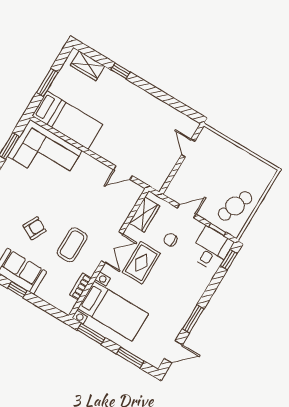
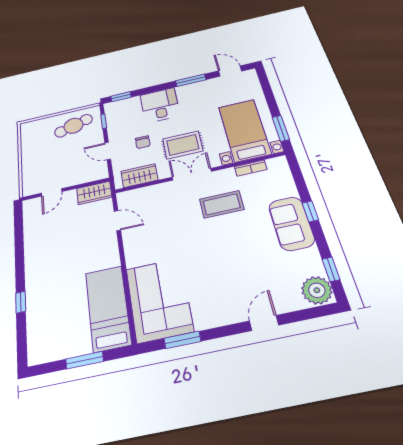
wardrobe: (87, 66) -> (94, 193), moved, turned 90
cafe table: (235, 206) -> (73, 126), turned -38
armchair: (35, 228) -> (239, 246), removed
desk: (211, 249) -> (160, 105), moved, turned 90
window: (130, 357) -> (267, 90), removed

